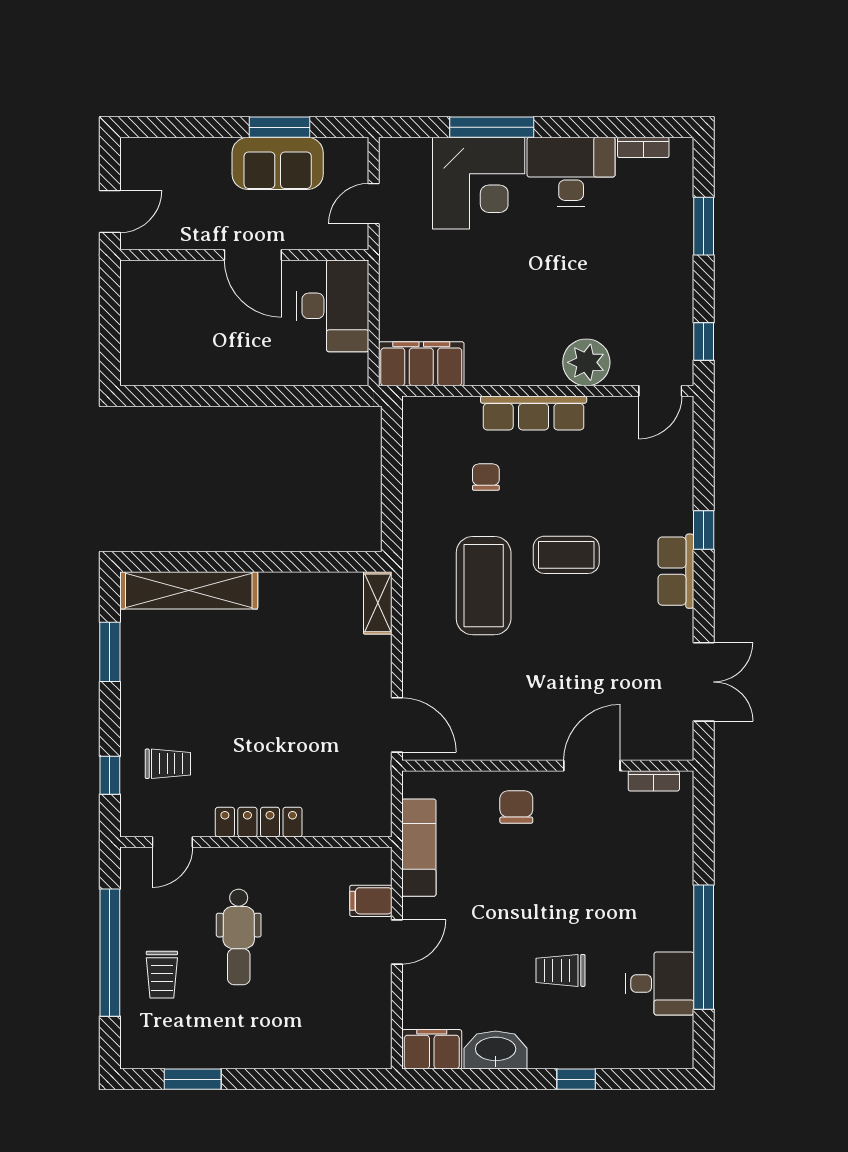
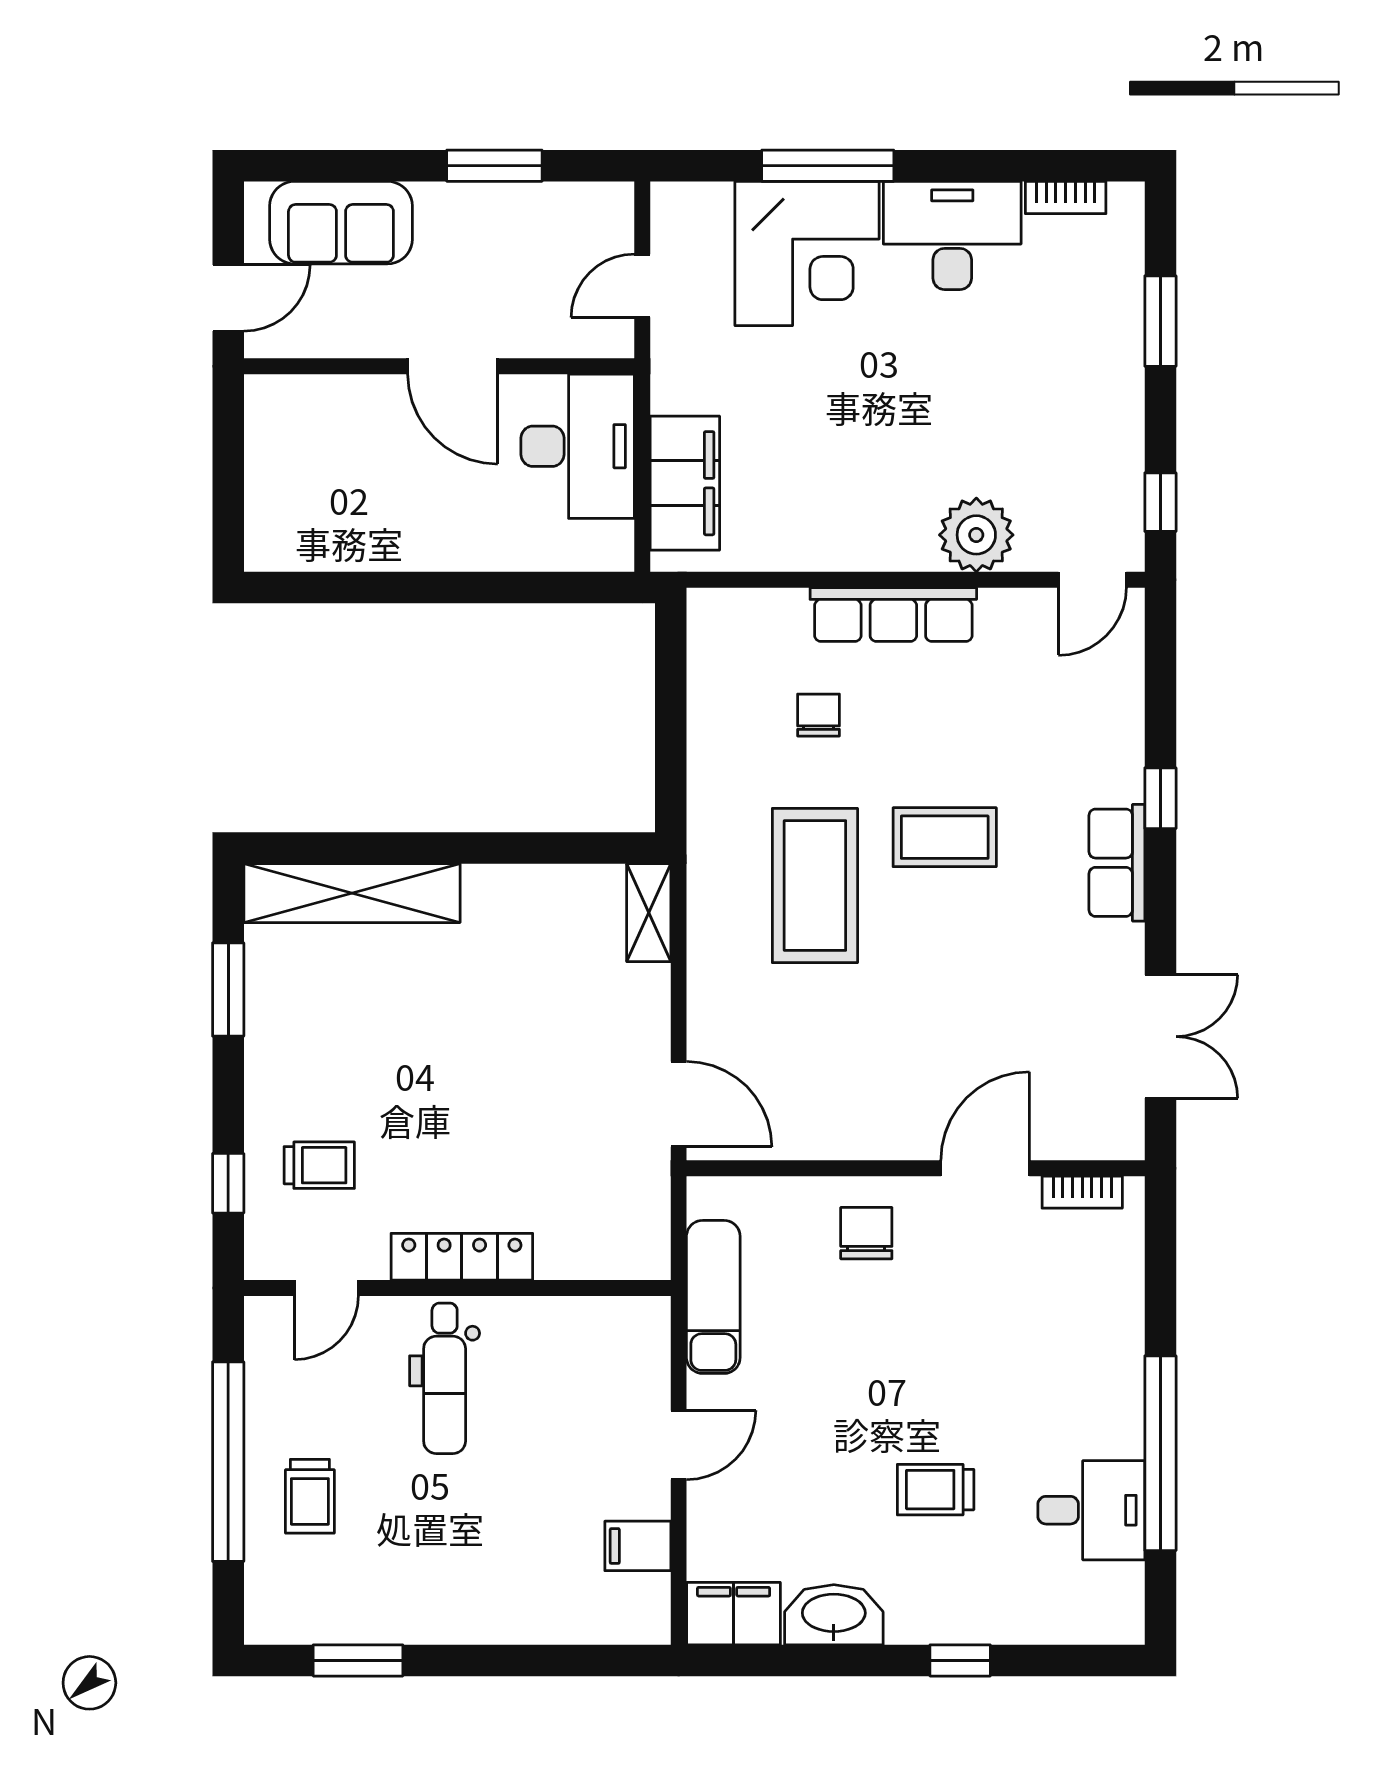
sofa: (278, 163) -> (341, 223), moved
filing cabinet: (421, 364) -> (685, 483), moved, turned 90
filing cabinet: (371, 901) -> (638, 1546), moved
dental chair: (239, 937) -> (445, 1378), moved

